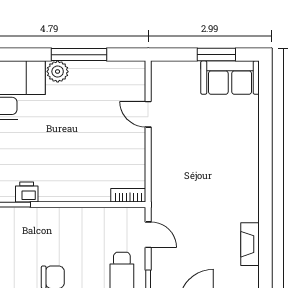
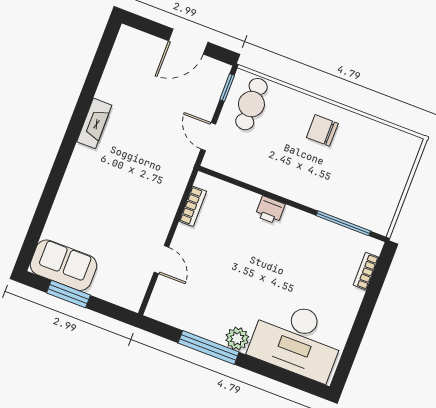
printer: (27, 192) -> (270, 210), moved
bookcase: (128, 195) -> (193, 206), moved, turned -90
fireplace: (250, 244) -> (94, 123), moved

